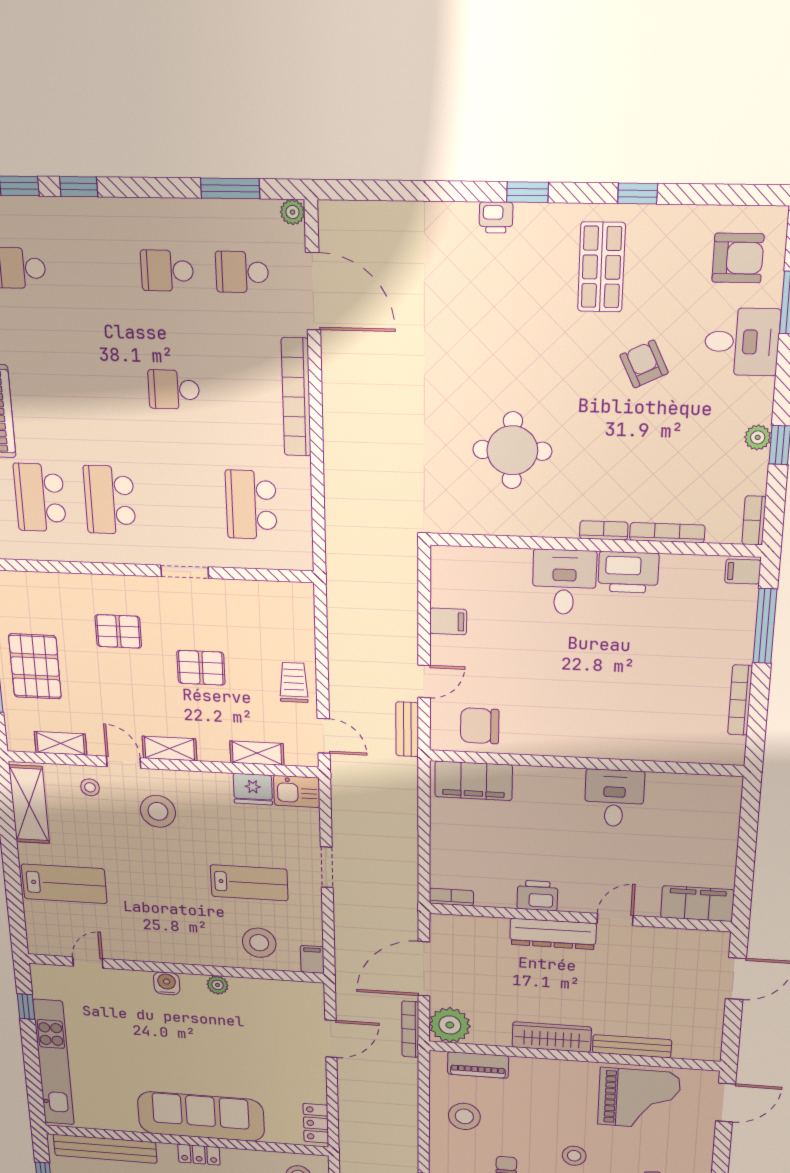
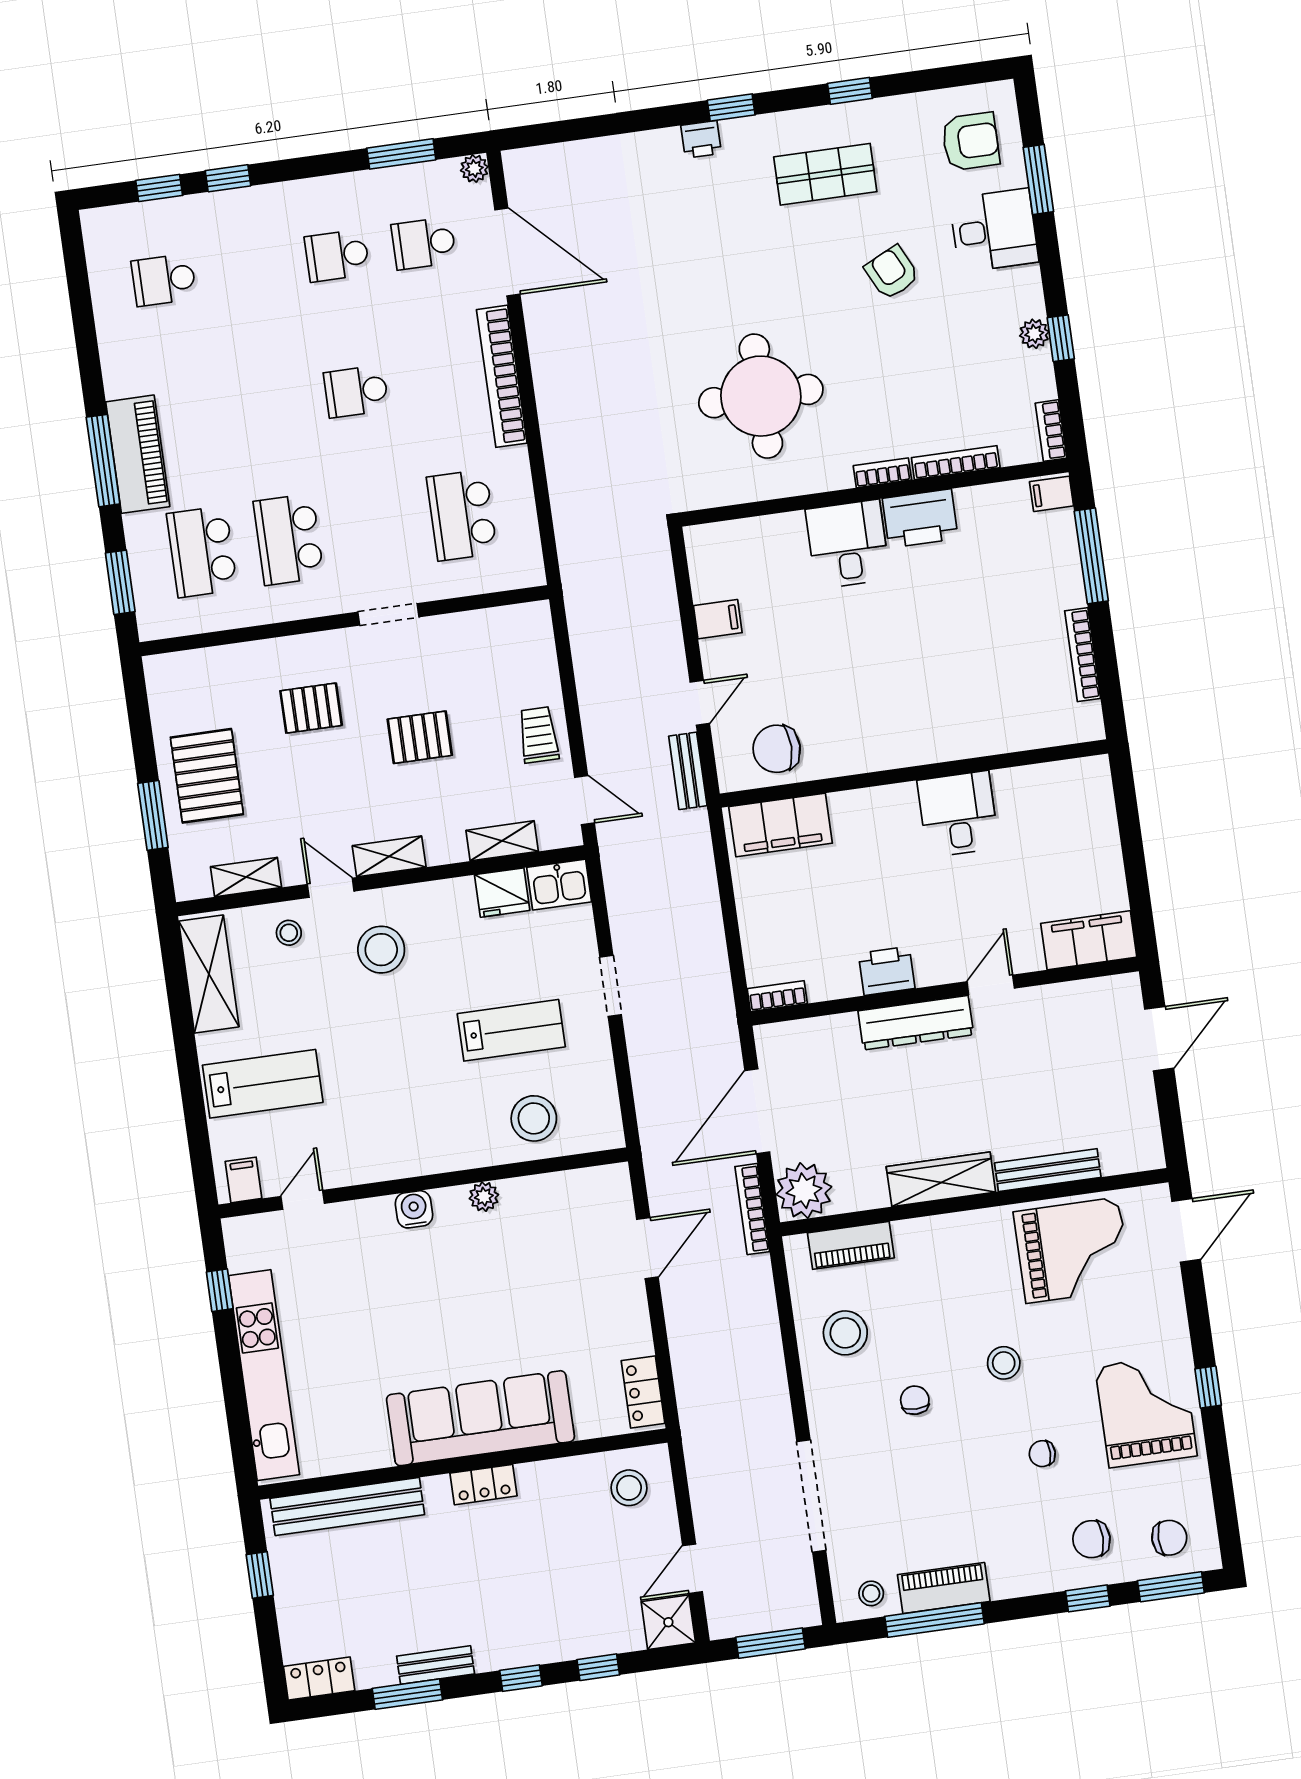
shop shelf: (601, 267) -> (825, 174), turned 90
round table: (512, 450) -> (761, 396), width x1.36, depth x1.36
filing cabinet: (312, 959) -> (244, 1180), moved

